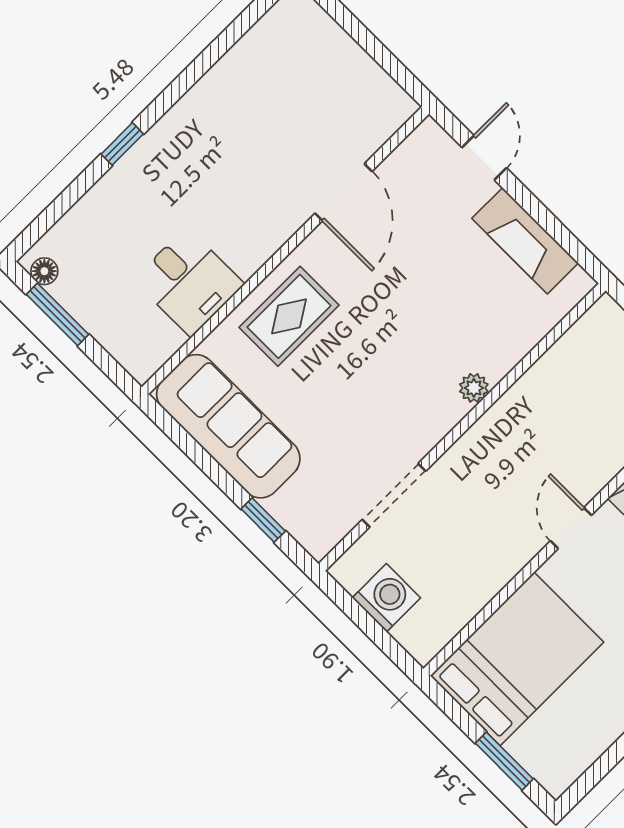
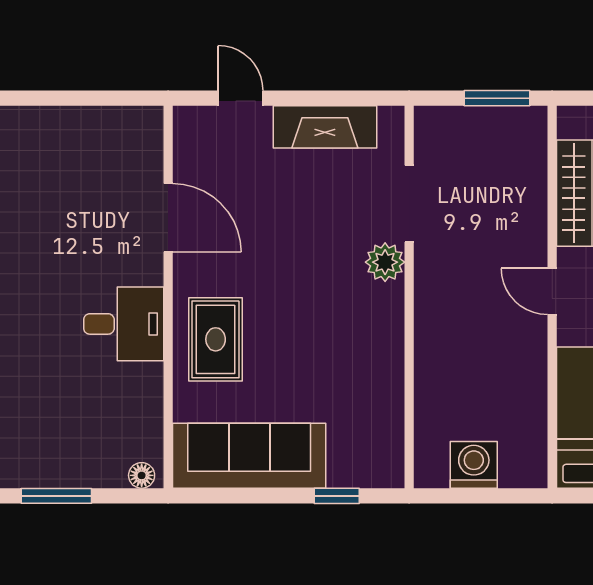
floor lamp: (44, 271) -> (142, 475), moved
desk: (189, 282) -> (124, 324), moved
plant: (474, 388) -> (385, 262), width x1.38, depth x1.38
doorway: (394, 495) -> (409, 204), moved

